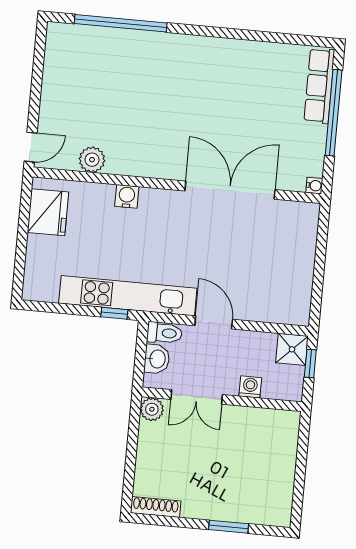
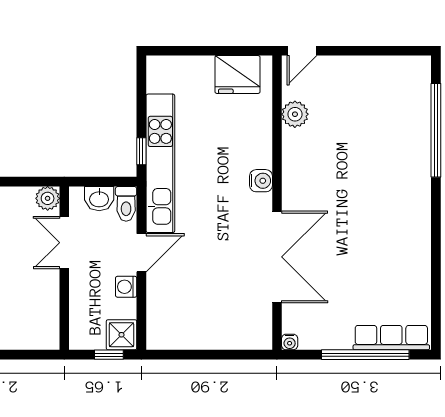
door: (31, 147) -> (302, 51), hinge flipped
water cooler: (127, 196) -> (261, 181), moved
washing machine: (250, 387) -> (126, 287), moved, turned 180

